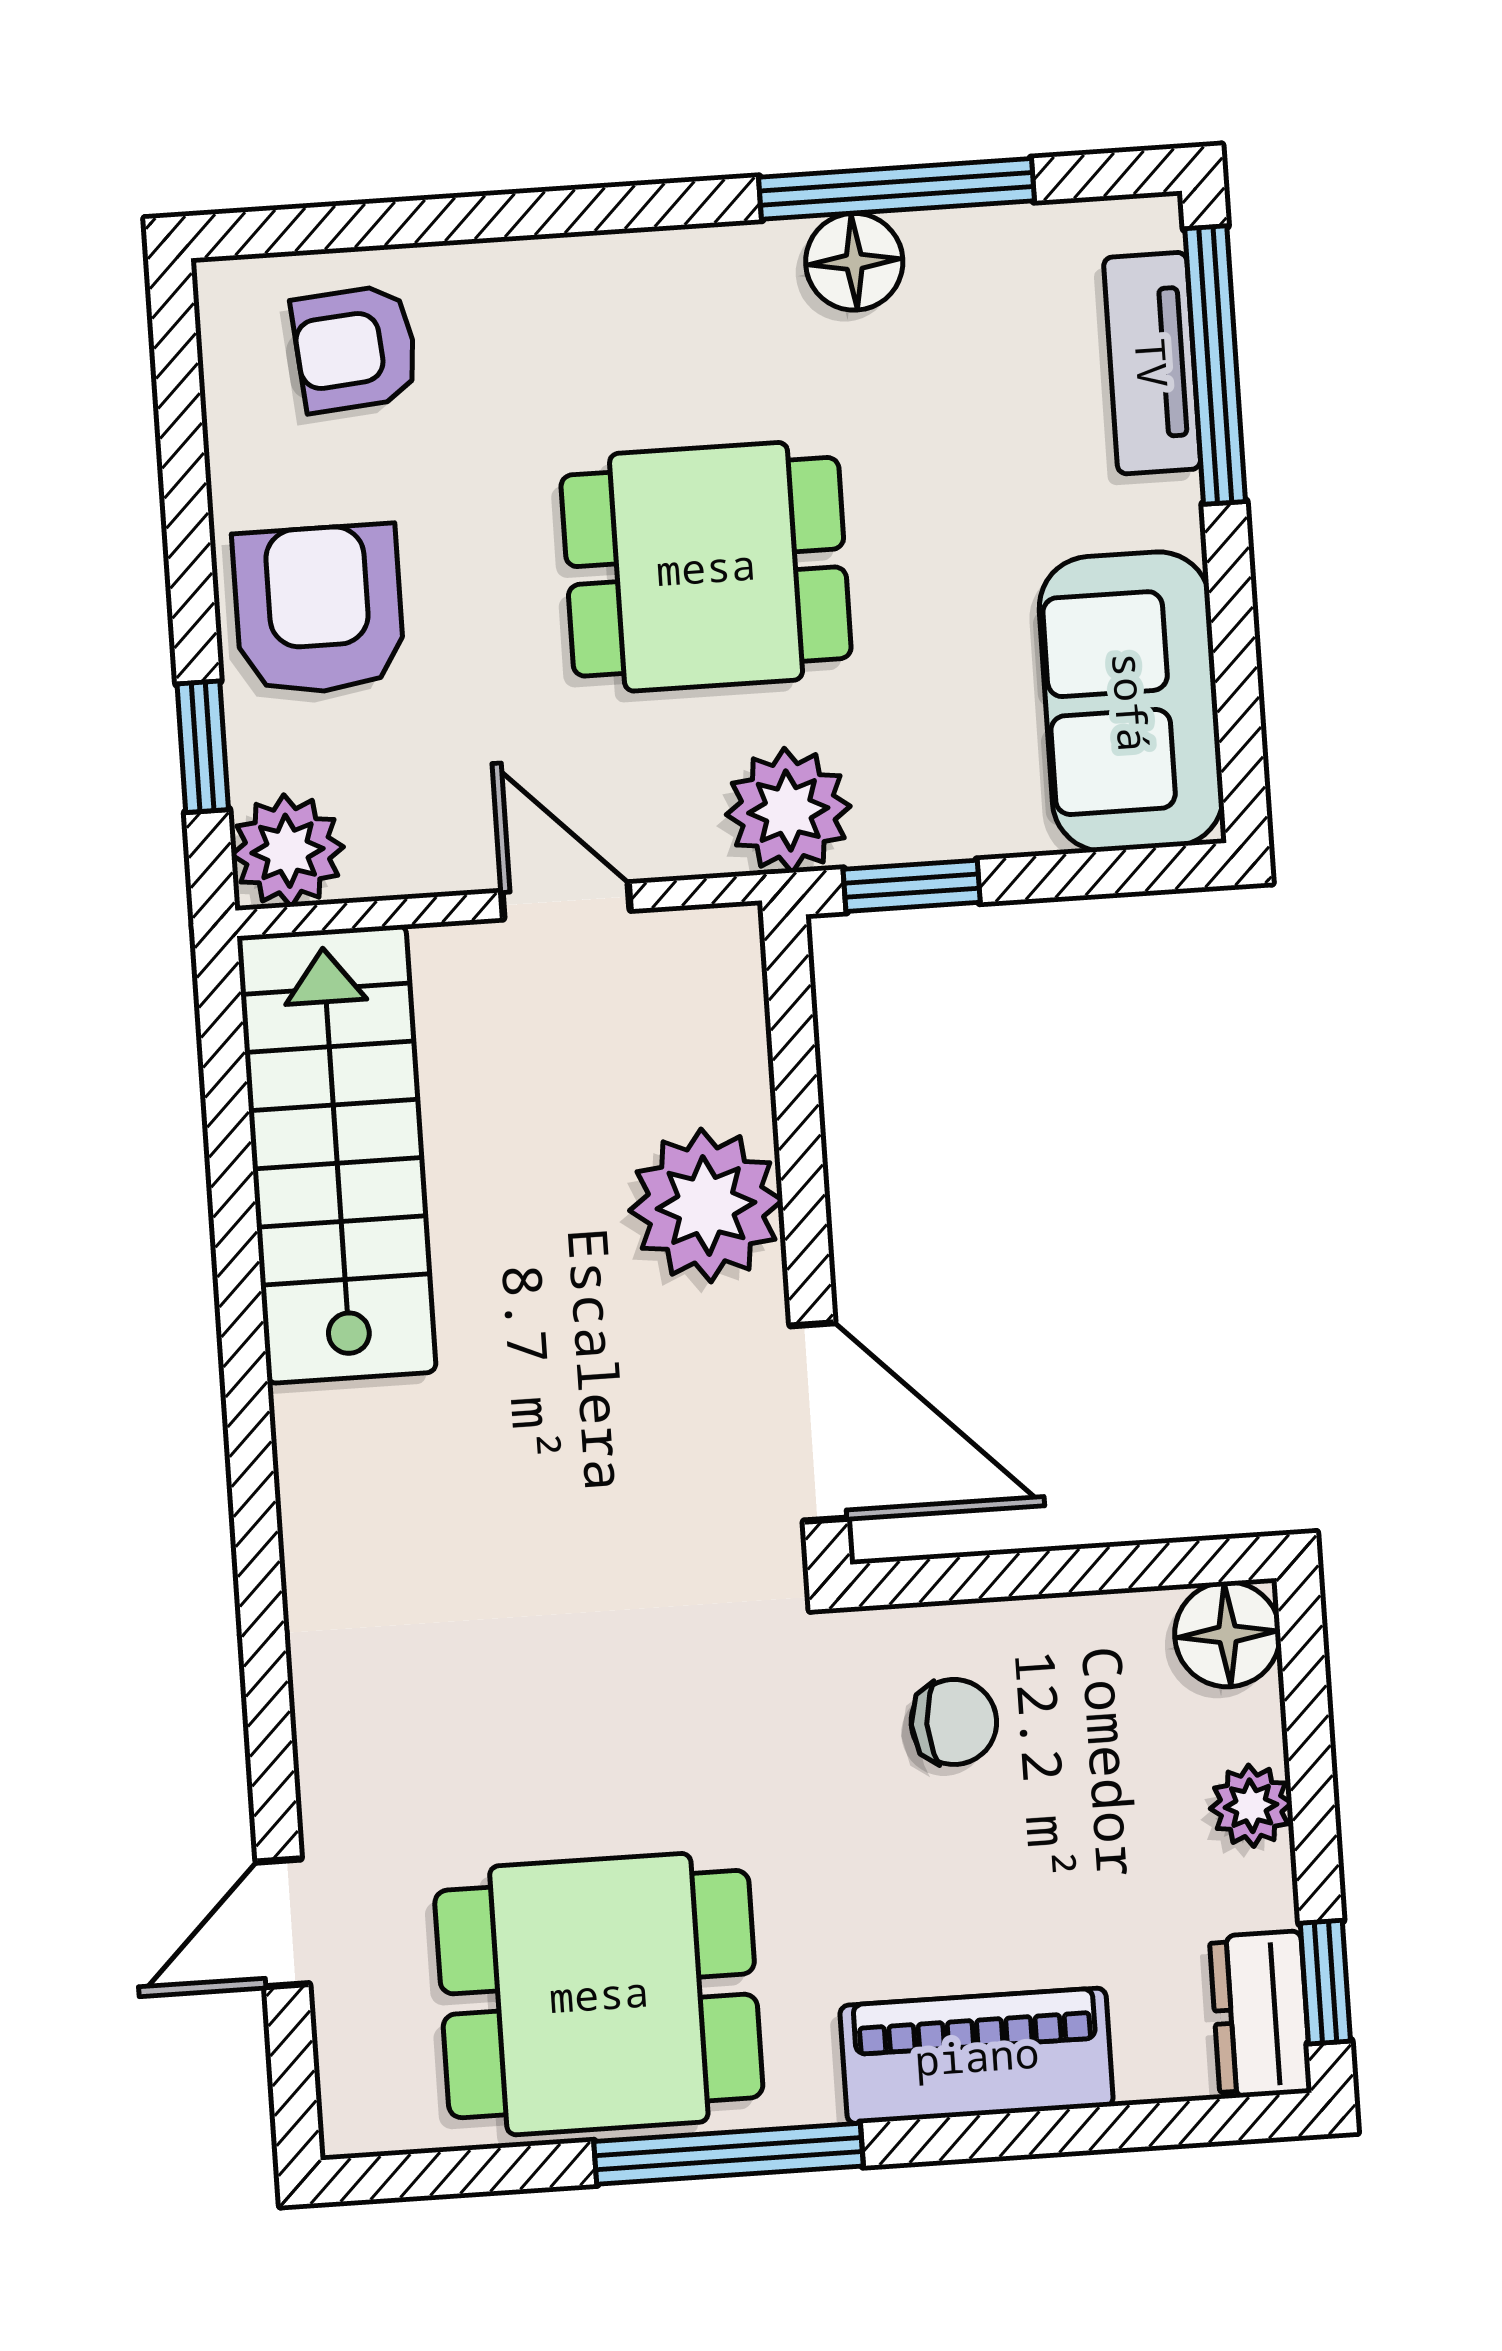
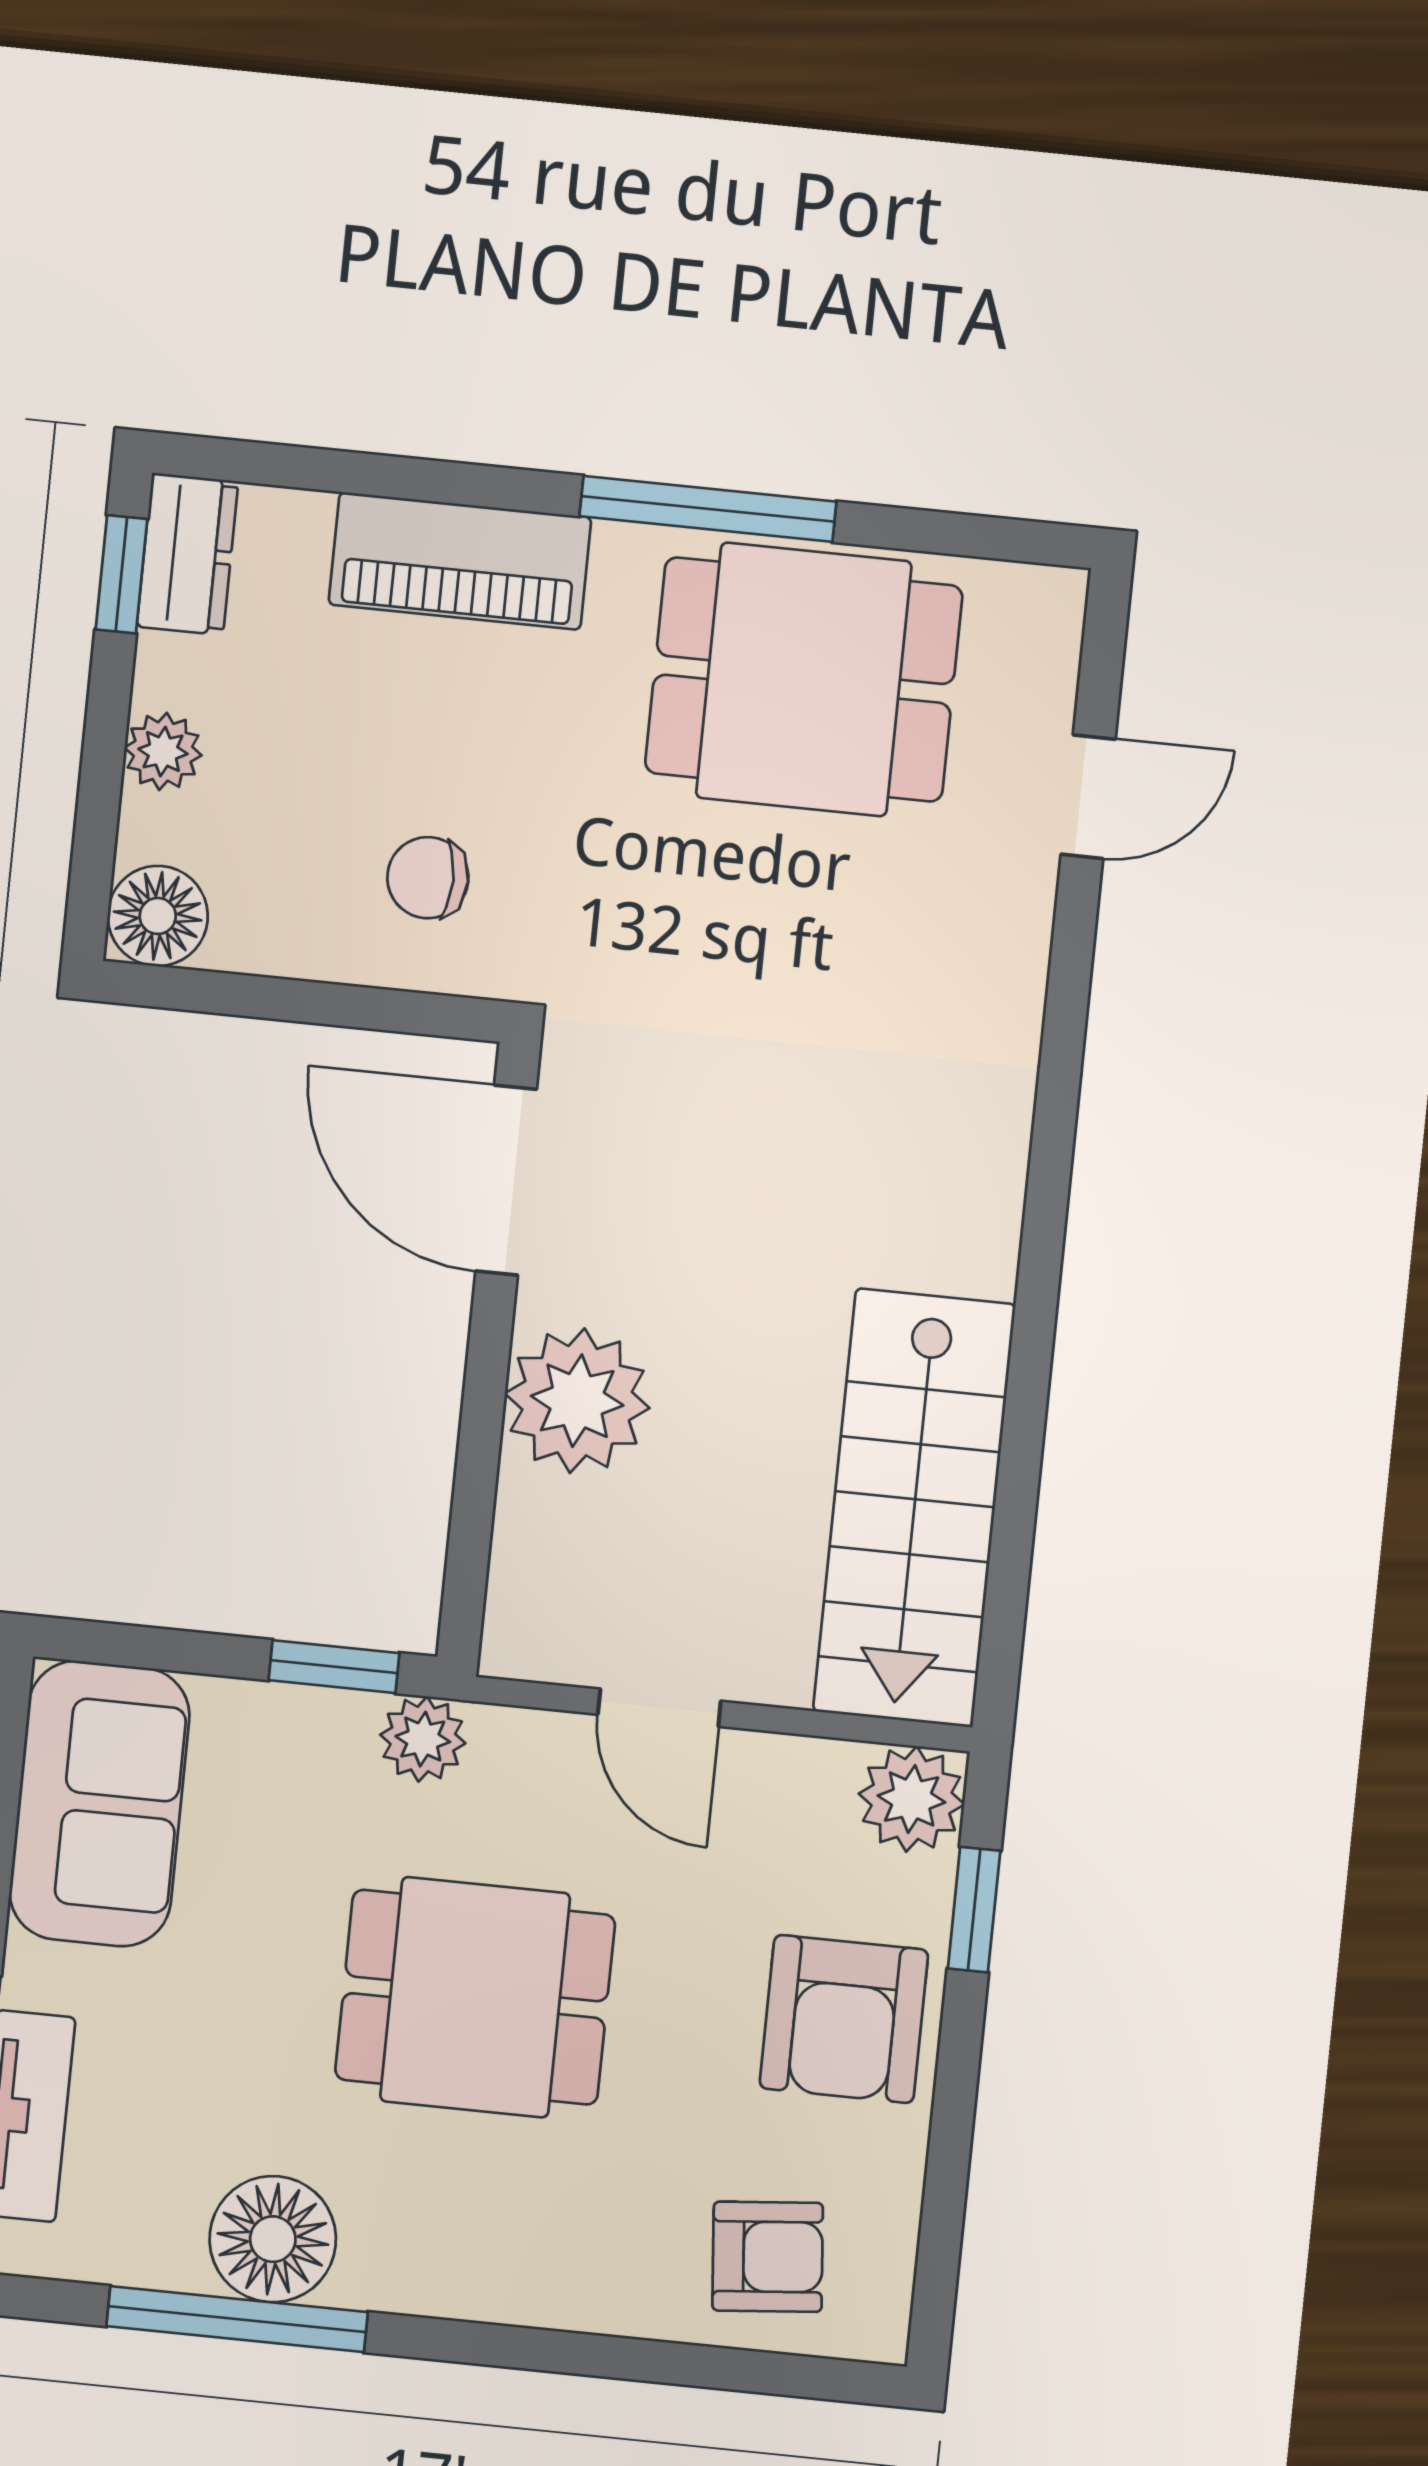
floor lamp: (854, 262) -> (273, 2239), width x1.38, depth x1.38
plant: (788, 810) -> (423, 1739), width x0.73, depth x0.73

